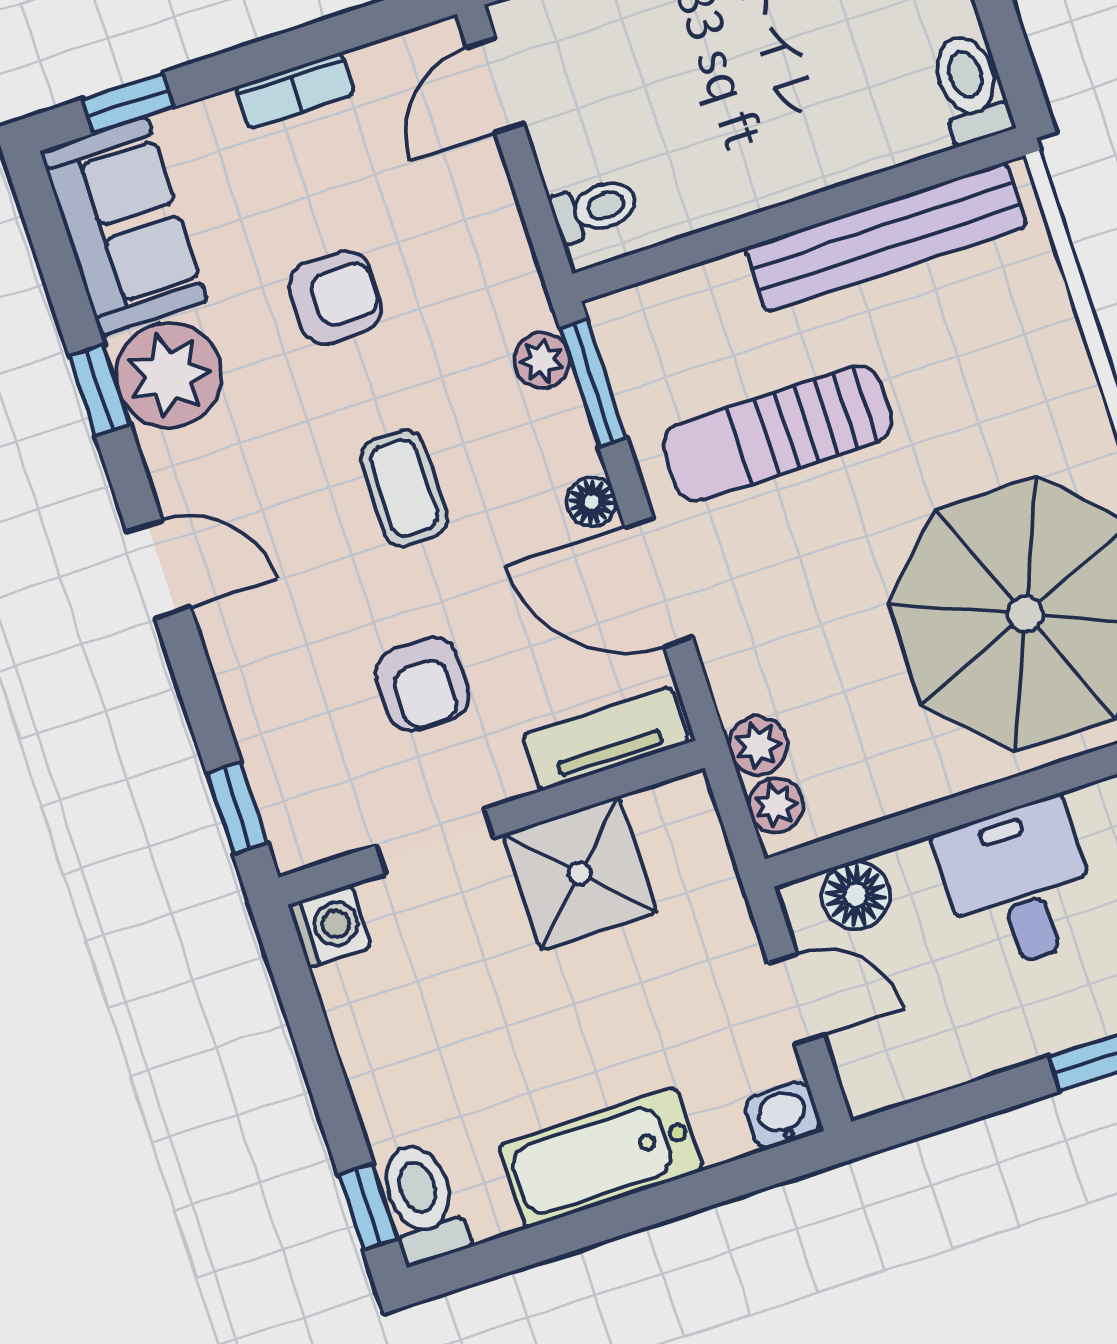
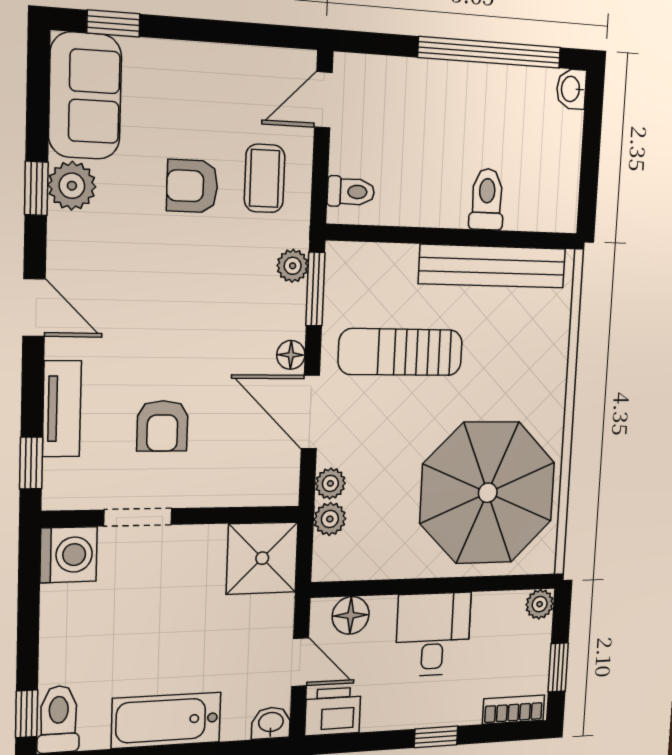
toilet: (970, 88) -> (487, 199), moved
bookcase: (295, 91) -> (212, 56), removed
armchair: (335, 297) -> (192, 186), turned 180
plant: (169, 375) -> (72, 186), width x0.73, depth x0.73
coffee table: (404, 488) -> (265, 178), moved
tv unit: (605, 739) -> (62, 409), moved, turned 90
plant: (776, 805) -> (330, 483), moved
shower: (580, 873) -> (262, 558), moved
washing machine: (330, 926) -> (69, 555), width x1.38, depth x1.38
printer: (886, 1067) -> (333, 711), added

